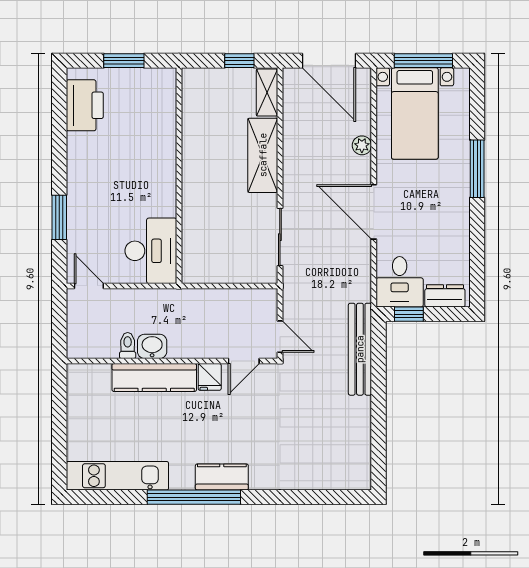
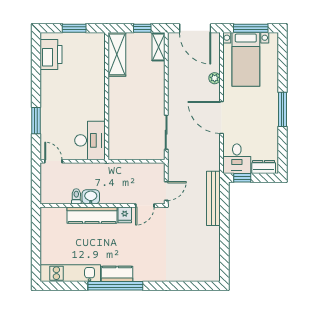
shelving: (263, 155) -> (117, 54), moved
window: (477, 169) -> (283, 109), moved
door: (280, 337) -> (166, 191), hinge flipped
kitchen counter: (222, 477) -> (117, 274), moved

